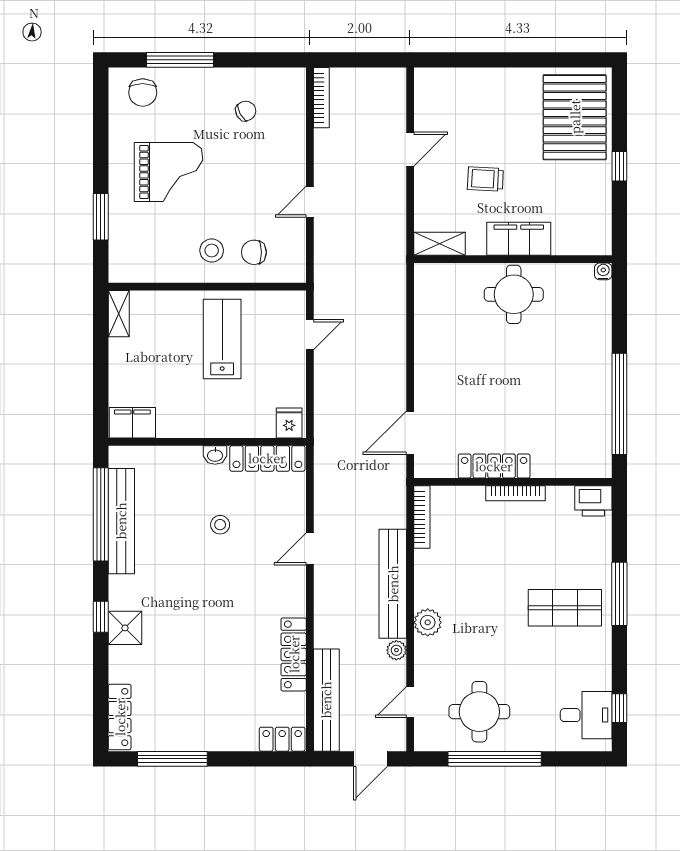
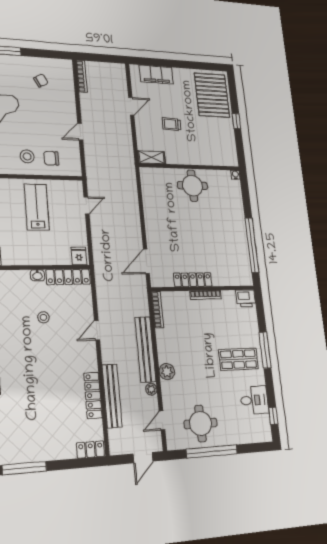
filing cabinet: (519, 239) -> (156, 75), moved, turned 180
bench: (326, 700) -> (112, 396), moved
desk: (586, 715) -> (254, 400), moved

